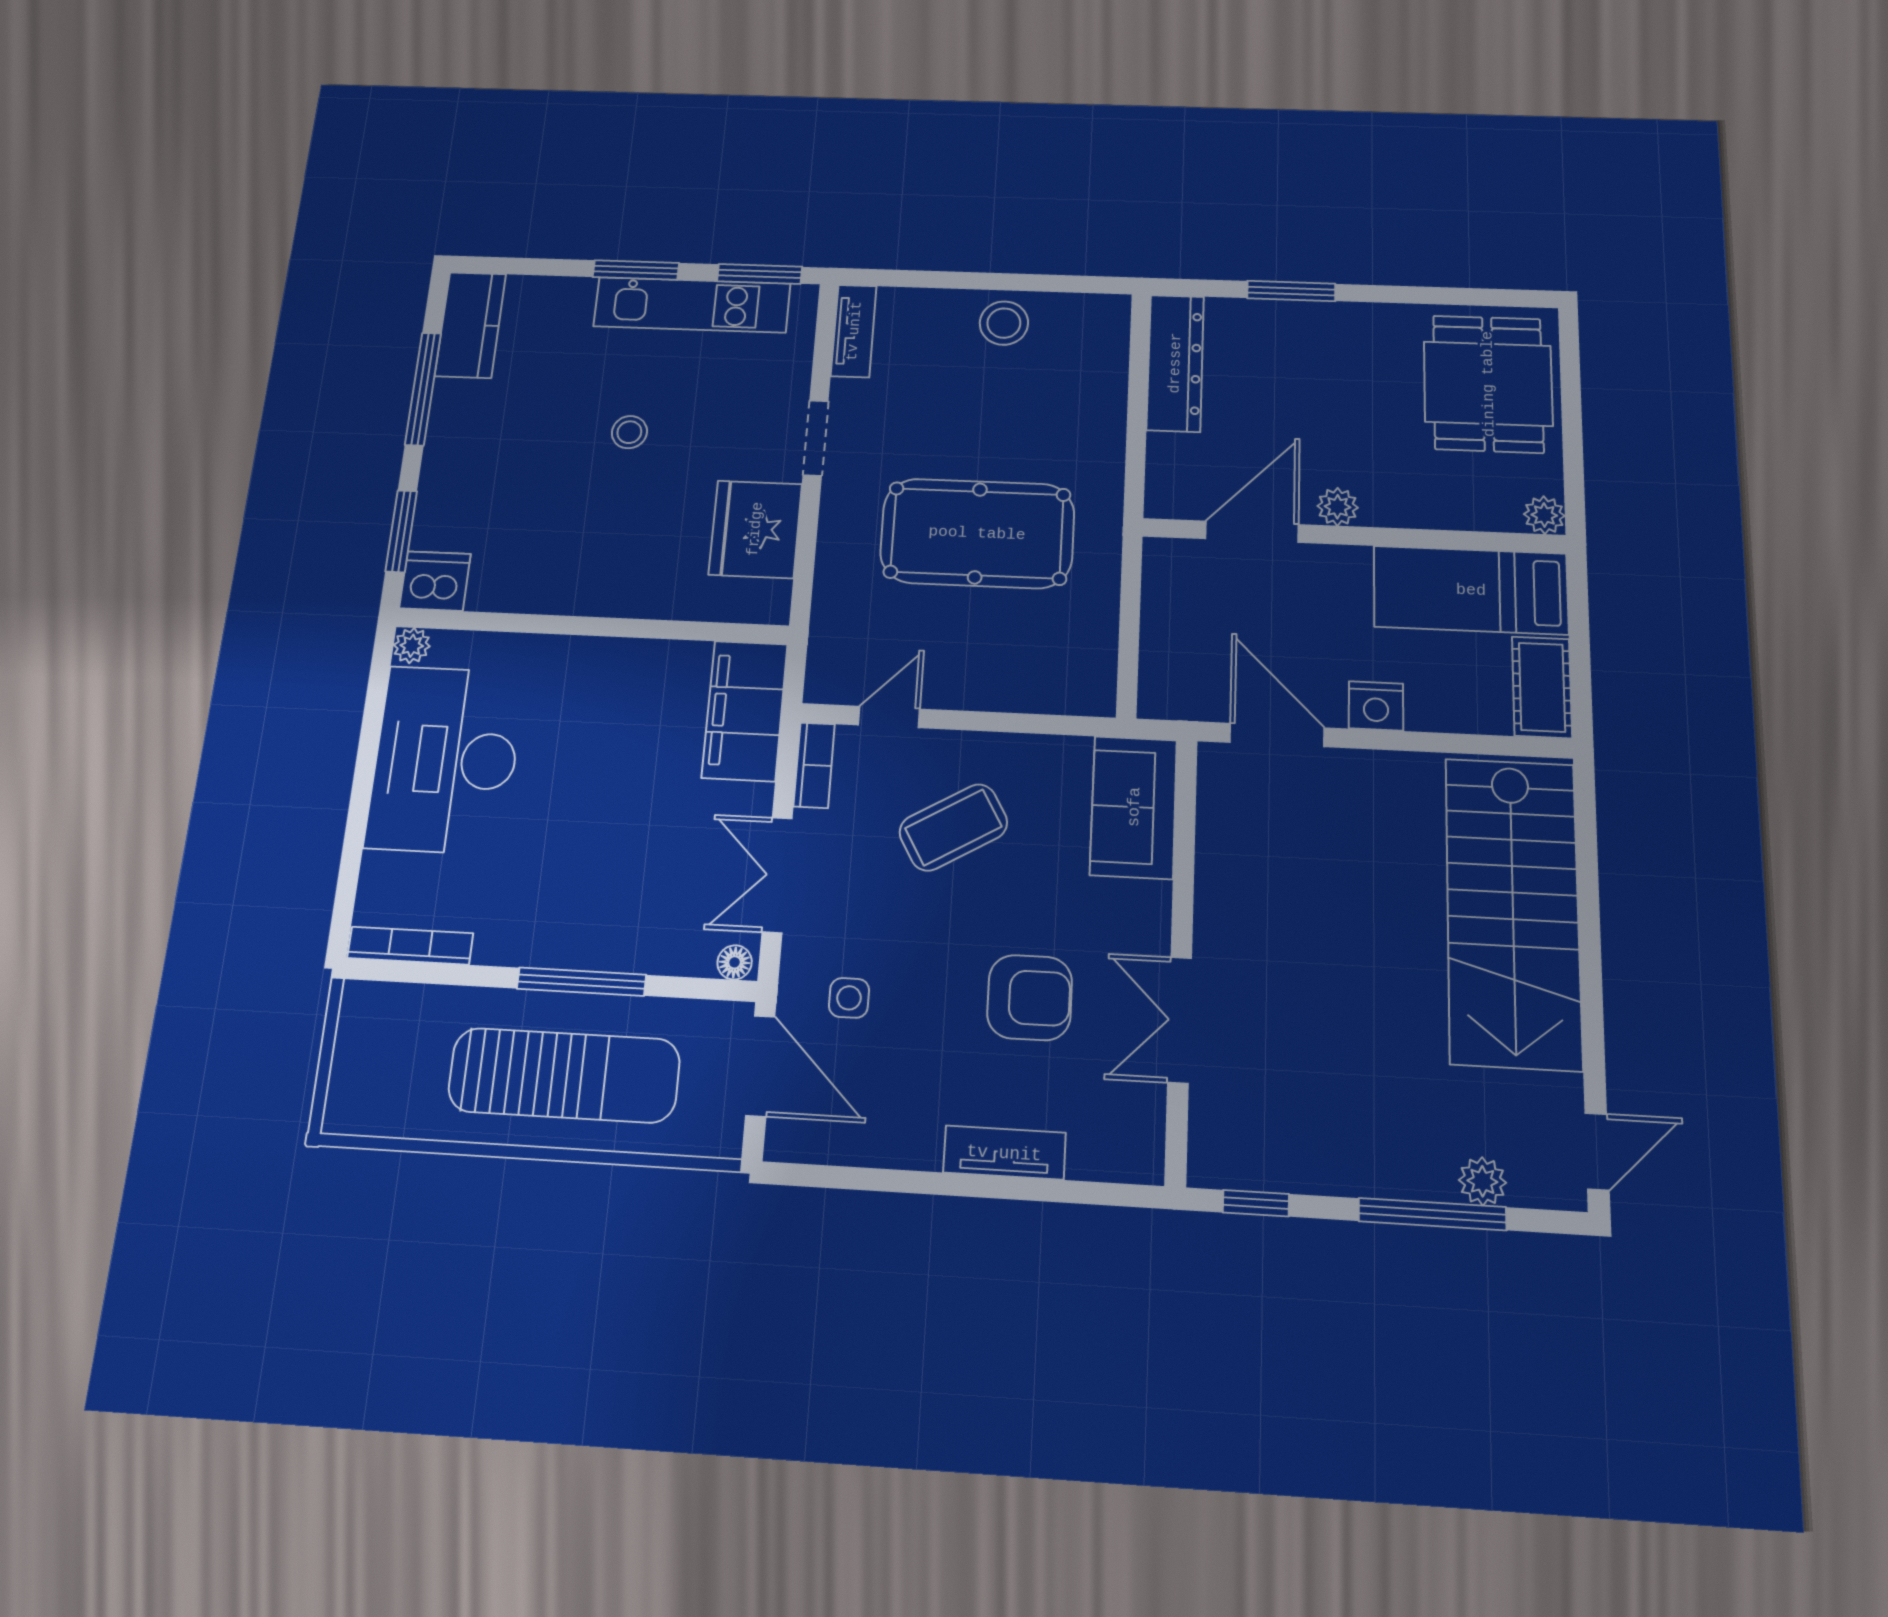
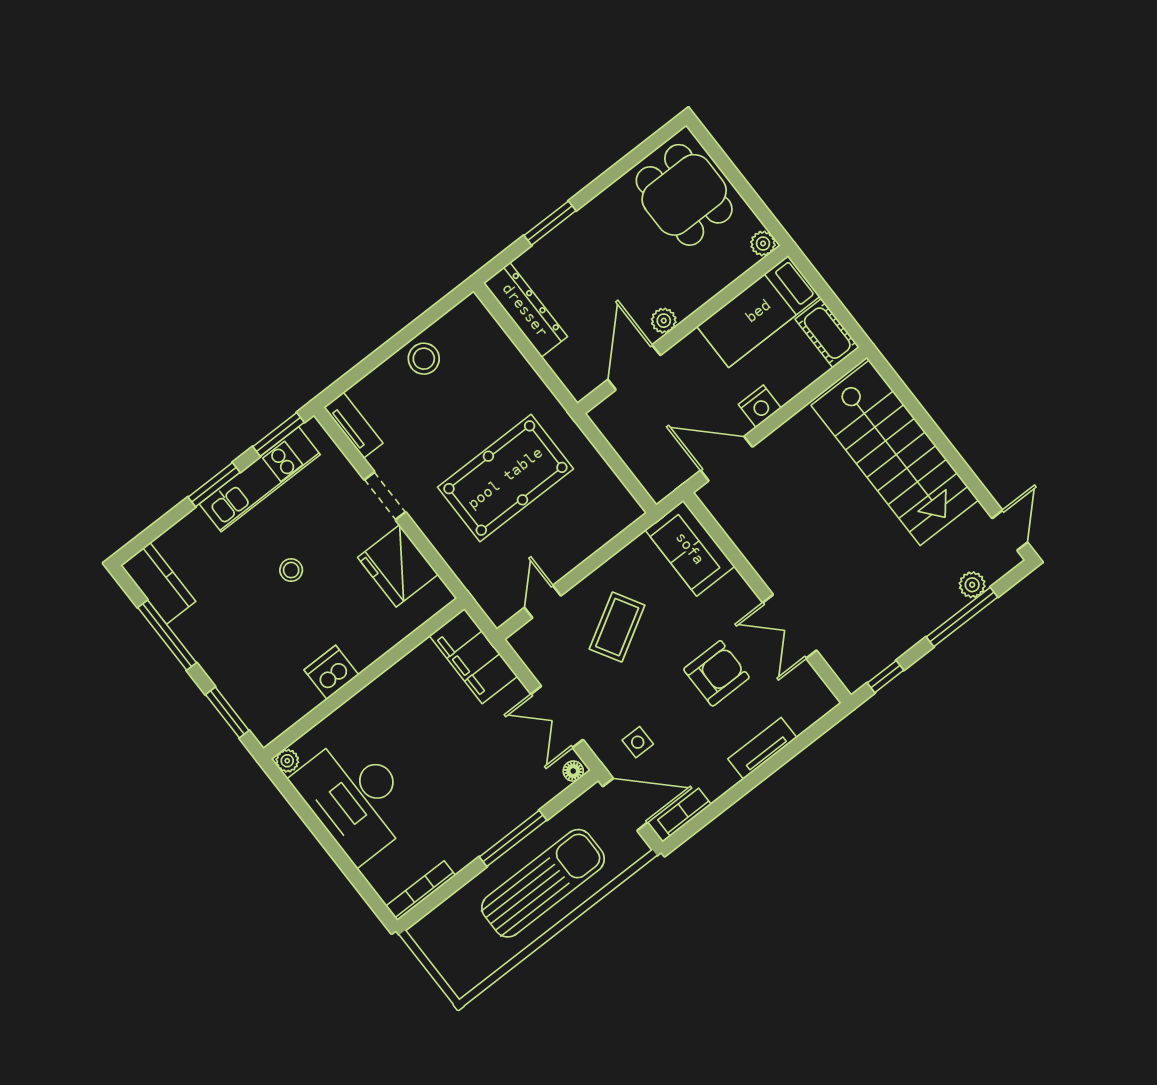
dishwasher: (435, 581) -> (331, 672), moved
bookcase: (814, 765) -> (684, 812), moved, turned -90

